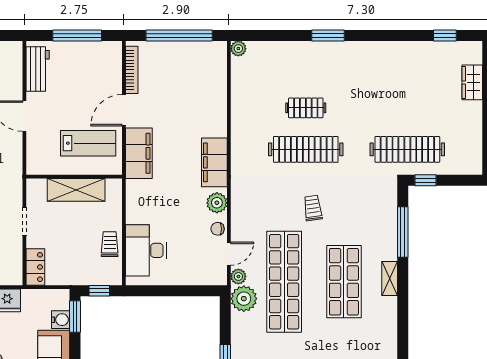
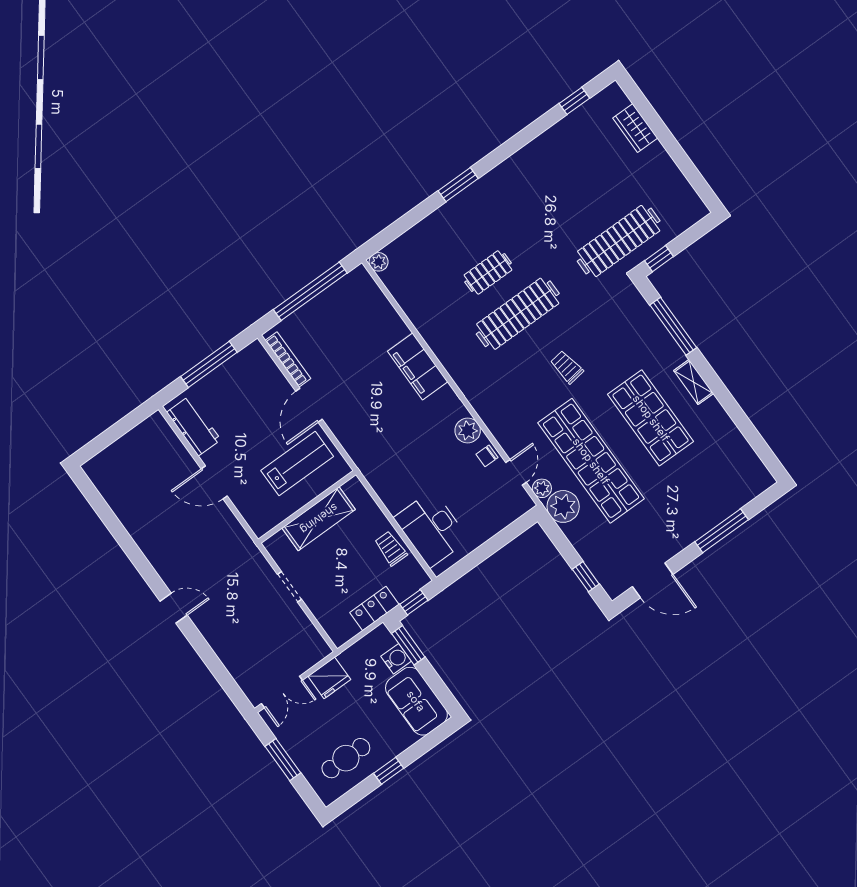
filing cabinet: (139, 153) -> (355, 437), removed
filing cabinet: (214, 162) -> (418, 366), moved
locker: (35, 267) -> (374, 609), moved, turned -90

